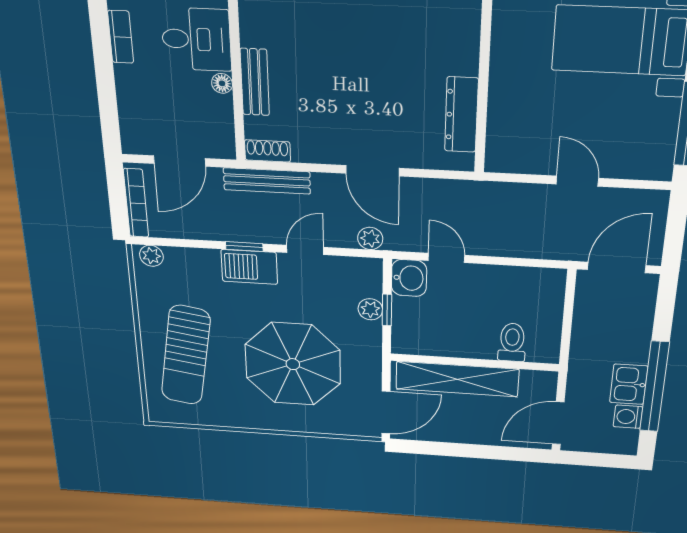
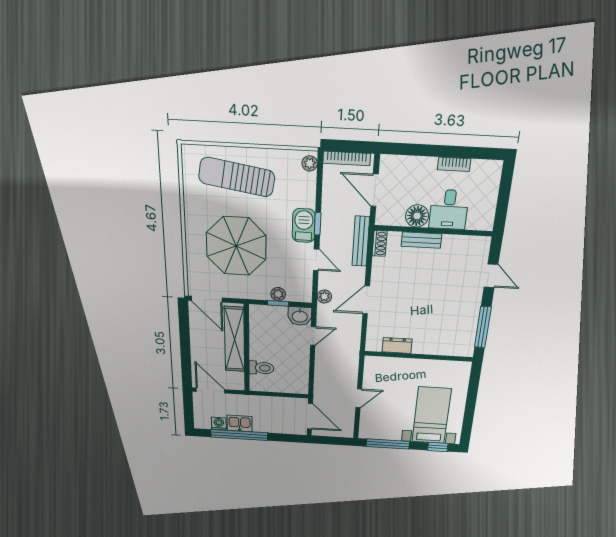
floor lamp: (222, 83) -> (417, 216), width x1.89, depth x1.89
dresser: (461, 115) -> (397, 345), width x0.70

